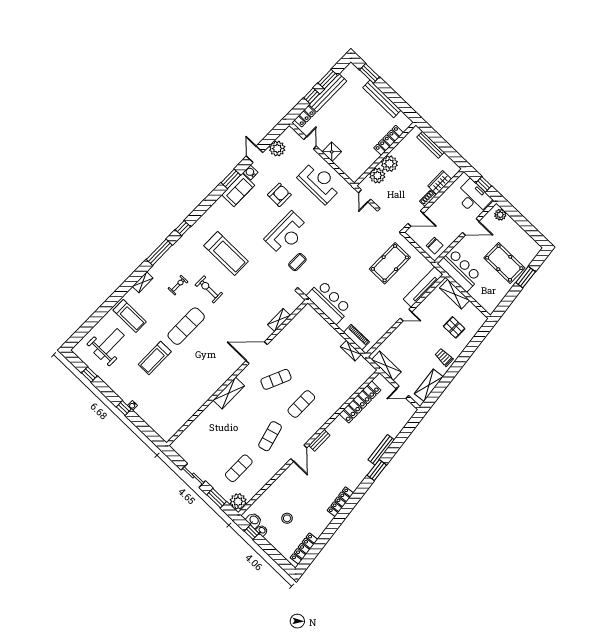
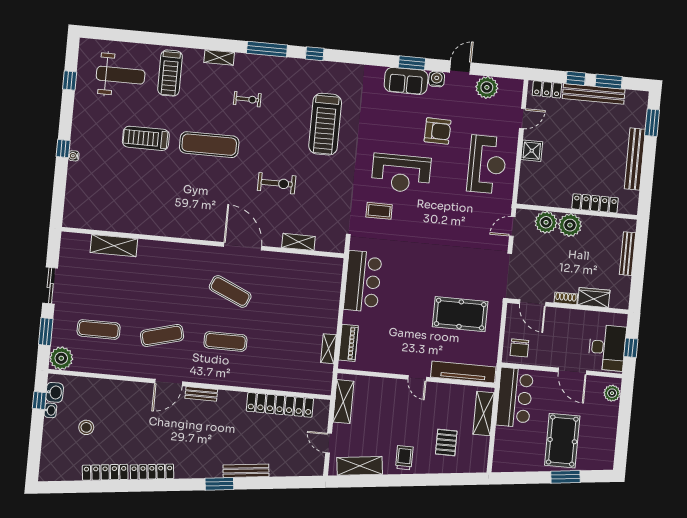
exercise bike: (209, 289) -> (277, 183), moved, turned 90
shelving: (229, 393) -> (114, 246), moved
locker: (304, 549) -> (105, 472), moved

